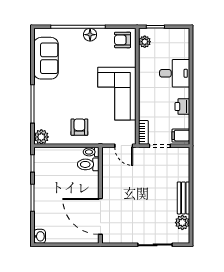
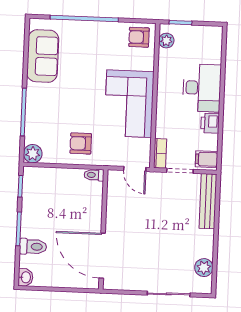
floor lamp: (90, 35) -> (99, 29), removed
desk: (175, 73) -> (202, 88), width x1.37
armchair: (79, 127) -> (81, 143), turned -90
toilet: (88, 164) -> (33, 247), moved, turned 180
bench: (183, 198) -> (208, 201), moved, width x1.36

